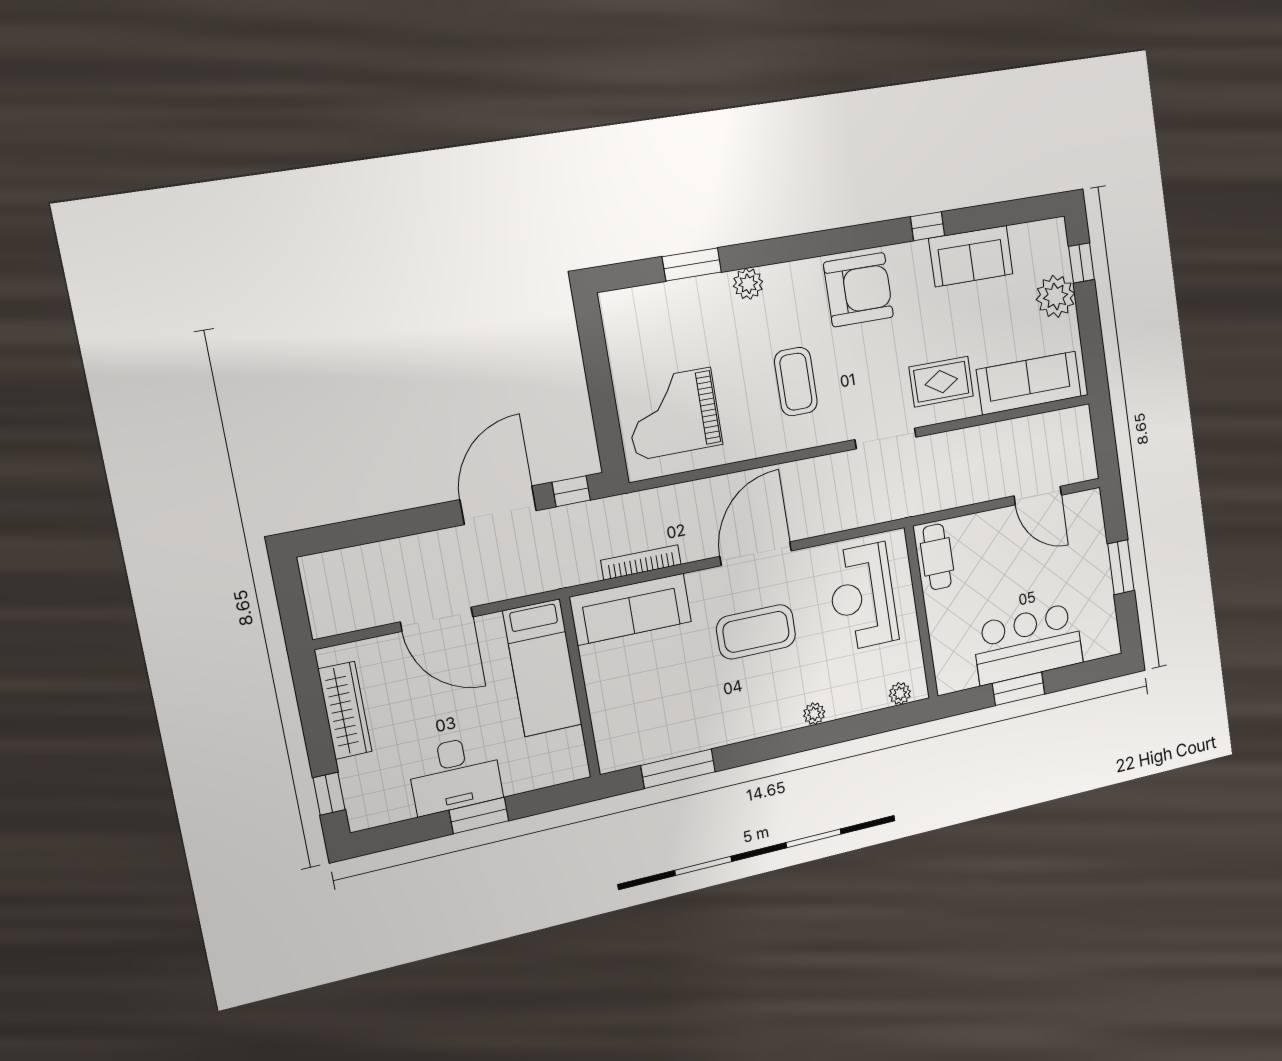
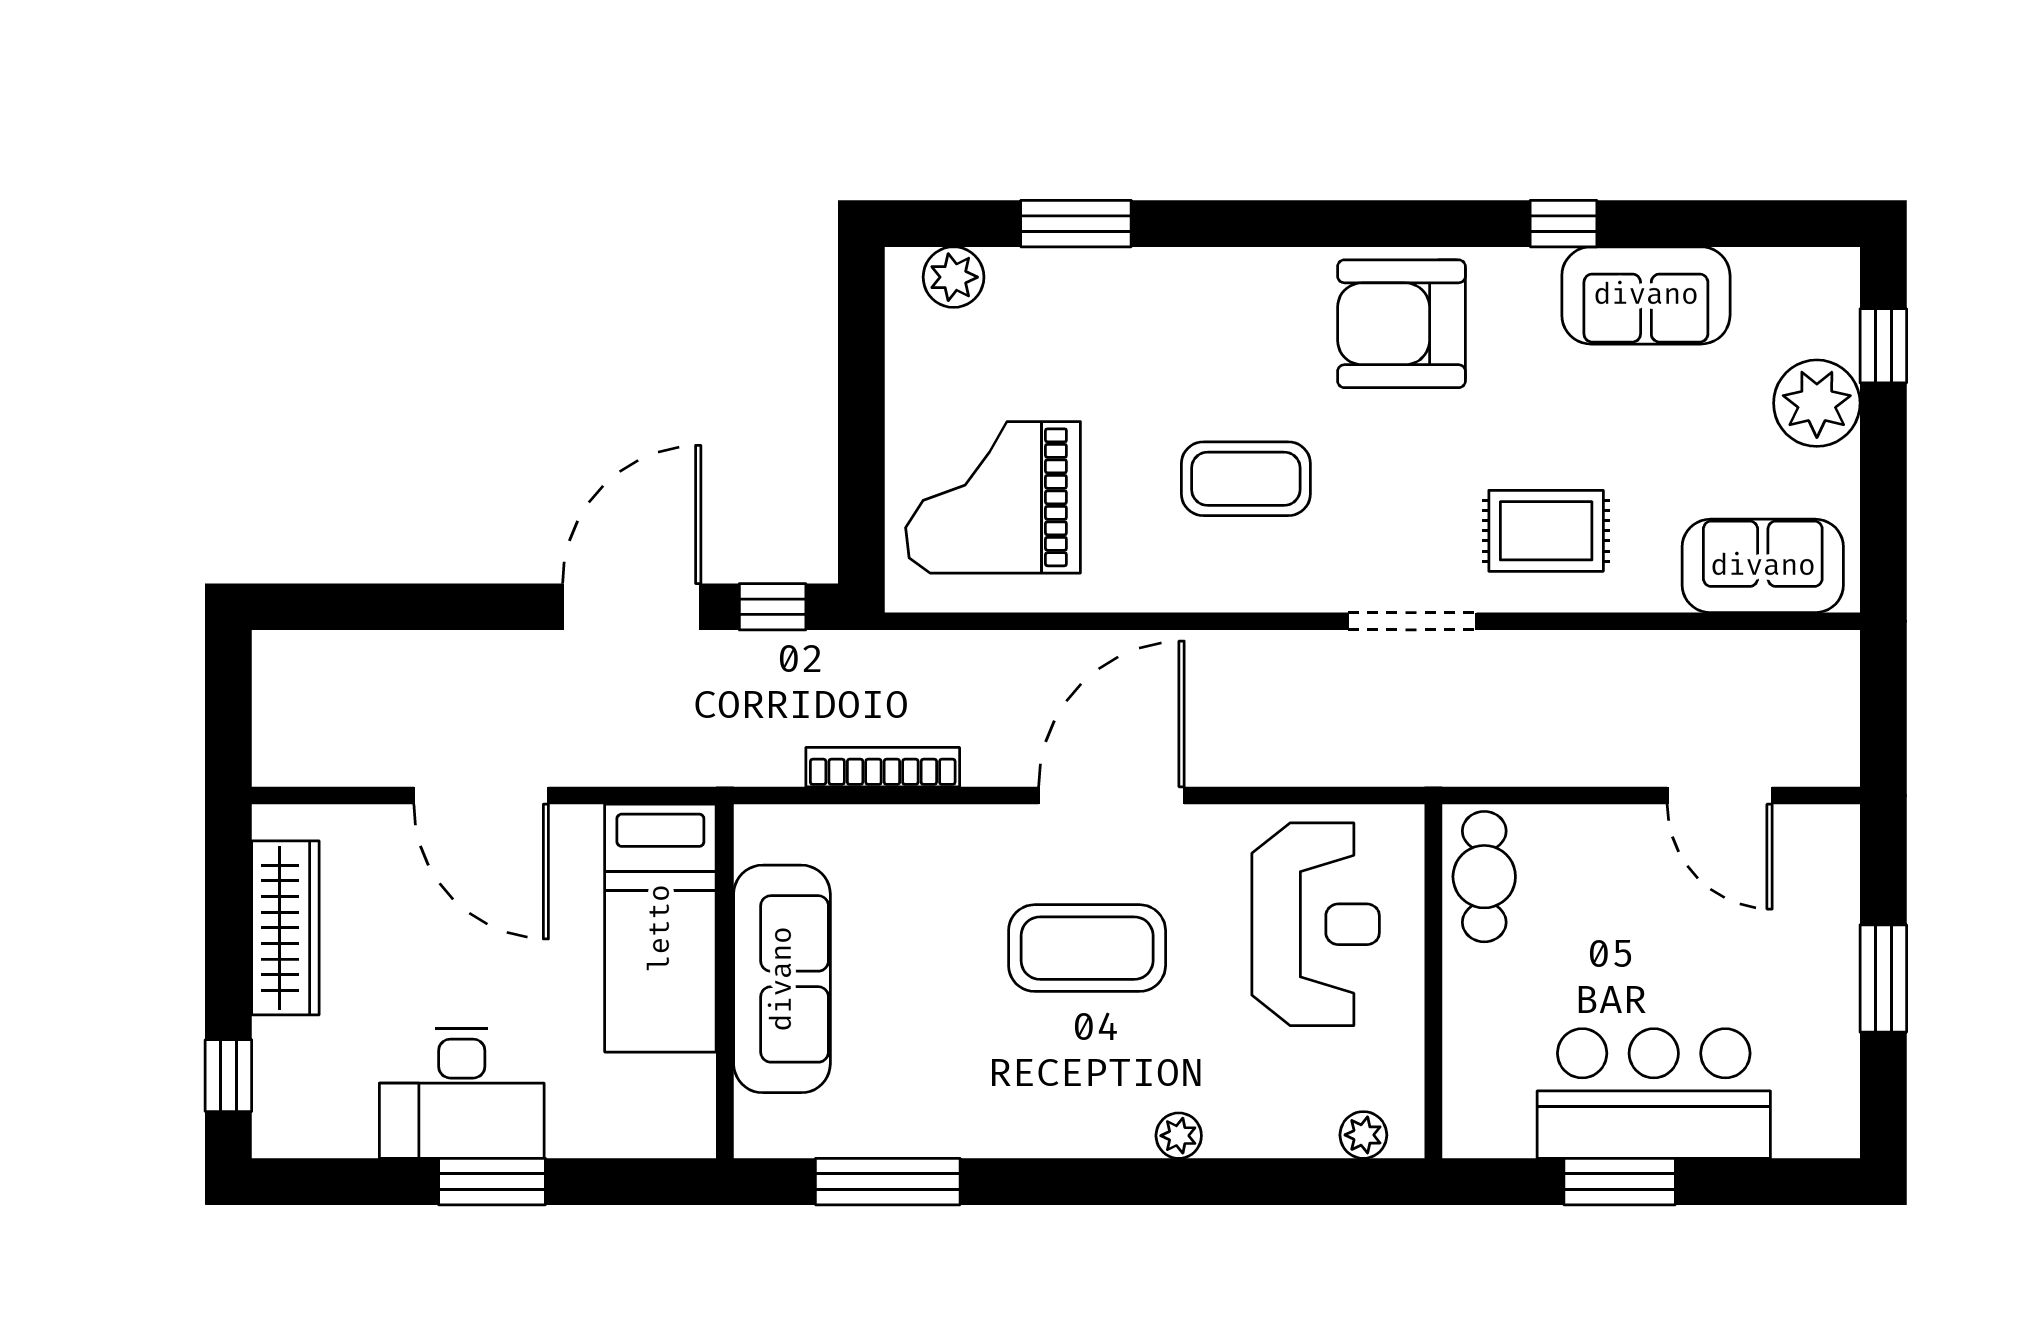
plant: (748, 284) -> (954, 277), moved
armchair: (859, 290) -> (1402, 324), turned 180
coffee table: (796, 382) -> (1246, 479), turned 90
sofa: (1029, 383) -> (1763, 566), width x0.73
reception desk: (863, 597) -> (1316, 924), turned 180
sofa: (631, 609) -> (782, 979), moved, turned -90

